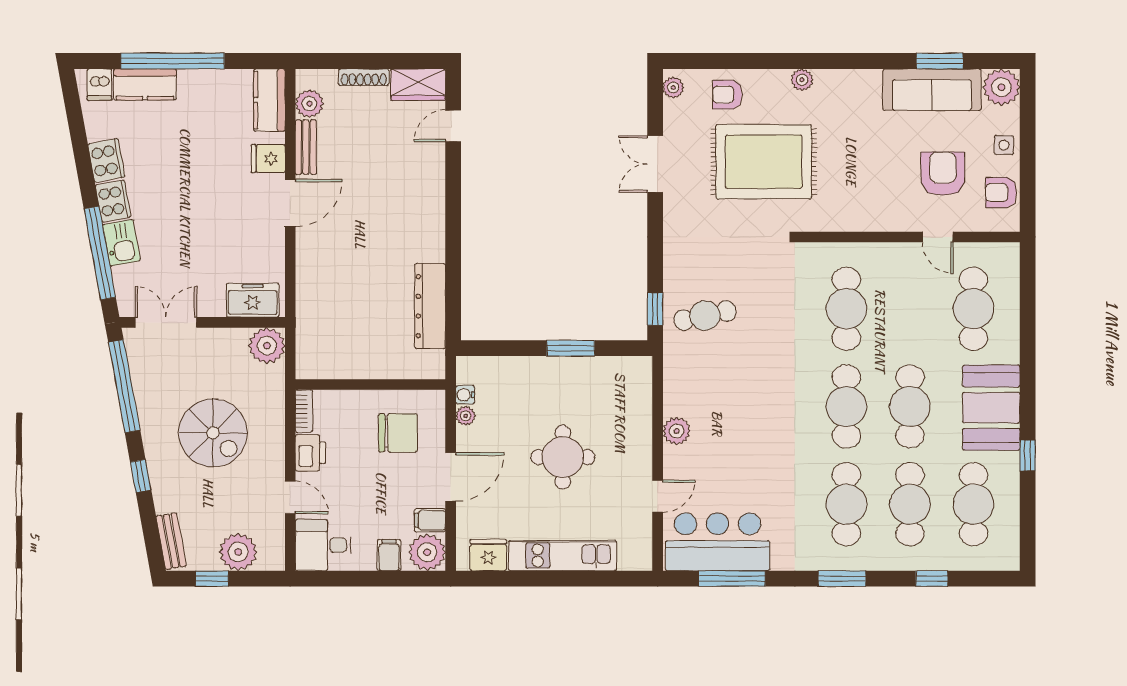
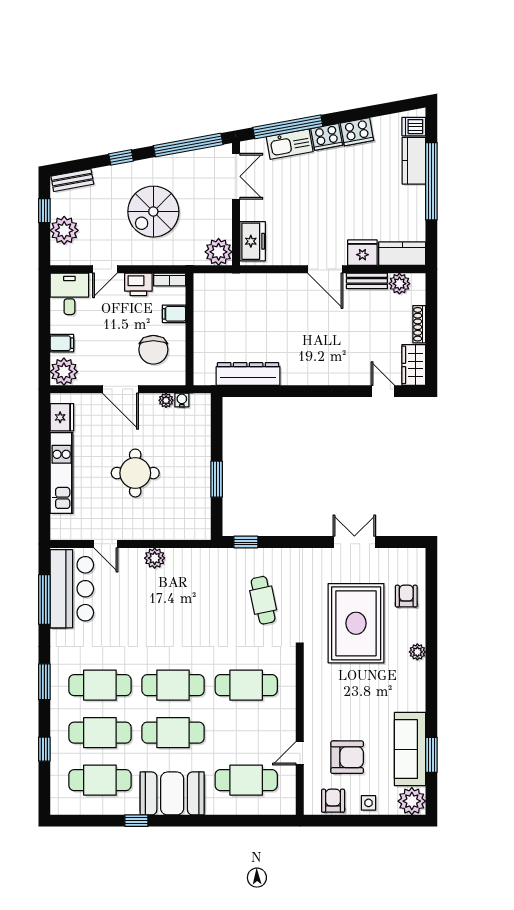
plant: (673, 87) -> (412, 556), removed
fridge: (268, 159) -> (362, 253), width x1.38
kitchen sink: (121, 243) -> (290, 144), width x1.38
cafe table: (705, 316) -> (263, 600), moved
filing cabinet: (430, 520) -> (174, 314), moved, turned -90

